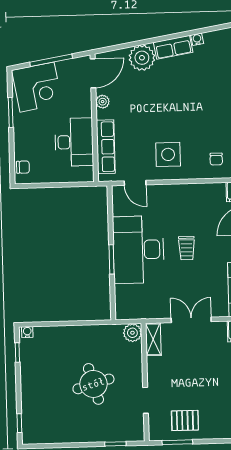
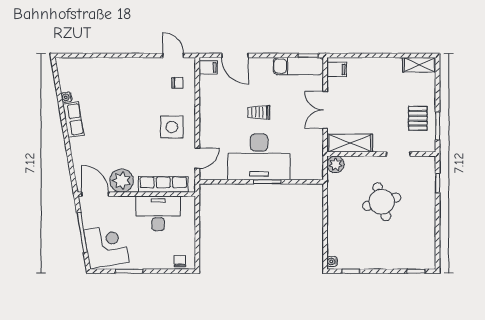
plant: (142, 58) -> (82, 149), removed
plant: (103, 102) -> (122, 181), width x1.88, depth x1.88
trolley: (187, 248) -> (259, 112), turned 180
shelving: (153, 339) -> (350, 143), width x1.50, depth x1.33

